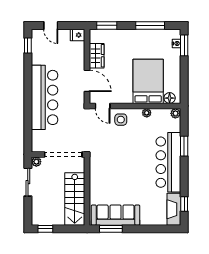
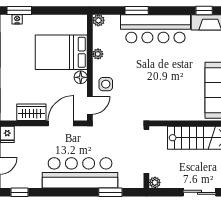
floor lamp: (170, 98) -> (81, 77), moved
window: (28, 124) -> (110, 192), added
sliding door: (28, 182) -> (200, 192), moved

